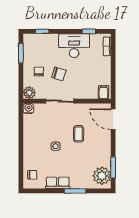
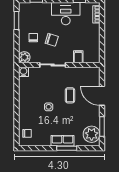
filing cabinet: (103, 92) -> (78, 57), moved
door: (113, 119) -> (102, 96), moved
row of seats: (58, 183) -> (63, 141), moved

